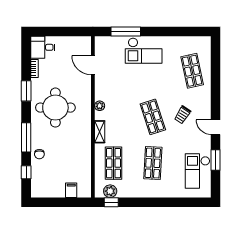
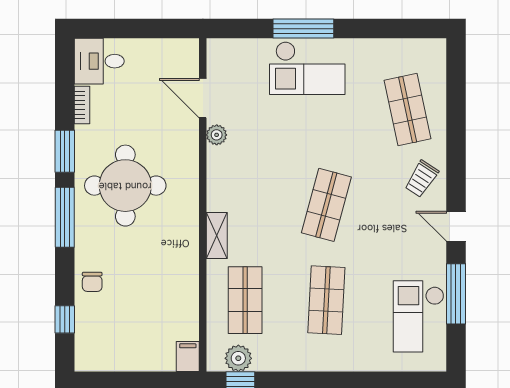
window: (126, 31) -> (303, 29), moved
plant: (100, 106) -> (217, 135), moved
trolley: (183, 115) -> (422, 179), moved
shop shelf: (153, 117) -> (326, 205), turned 33
window: (26, 137) -> (65, 217), moved
window: (216, 160) -> (456, 294), width x1.44
filing cabinet: (71, 190) -> (188, 356), moved

